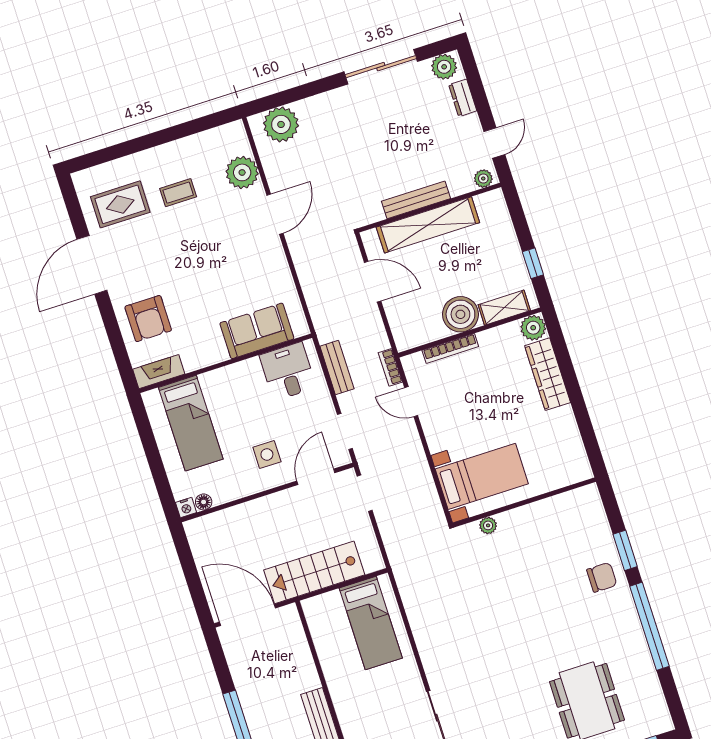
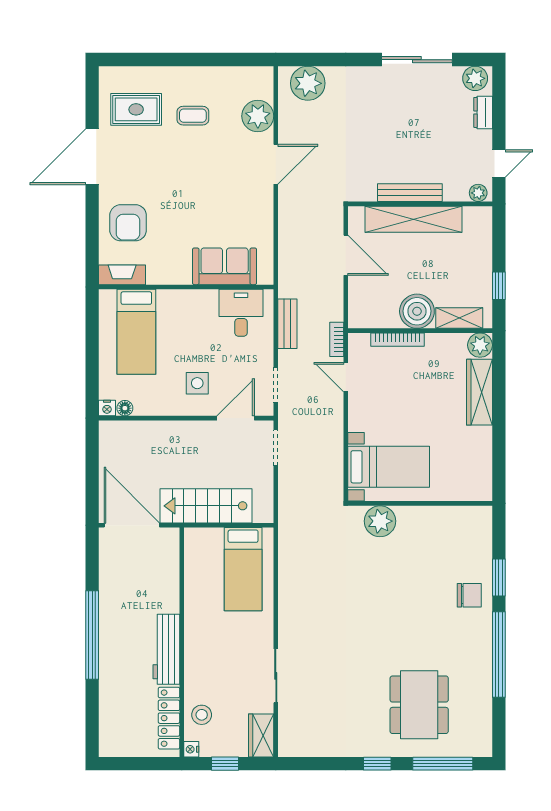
plant: (488, 525) -> (380, 521), width x1.88, depth x1.88

